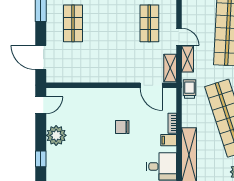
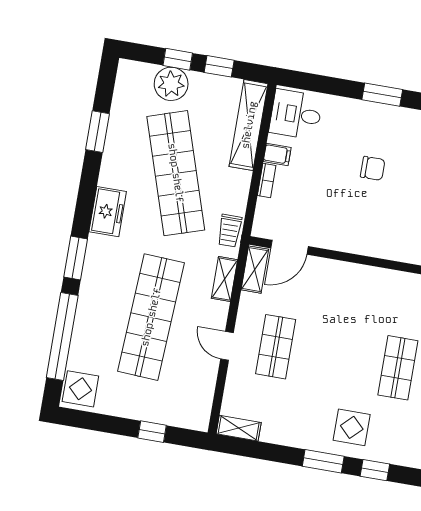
door: (179, 37) -> (227, 346), moved
door: (151, 85) -> (289, 247), swing flipped
chair: (122, 127) -> (373, 168), moved

